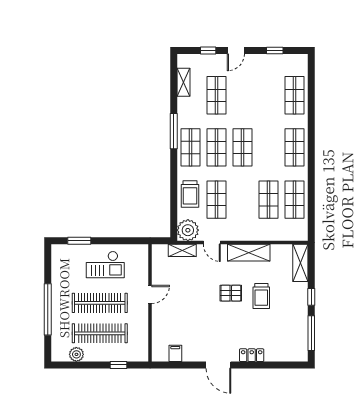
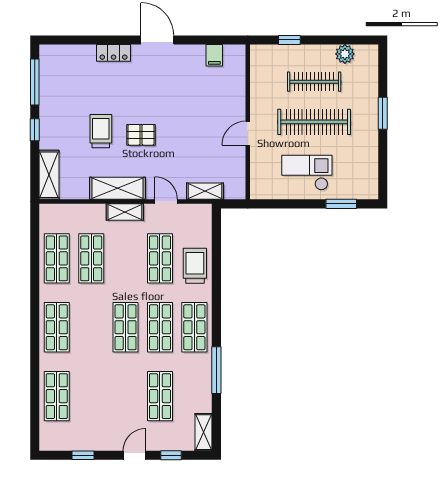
shelving: (183, 82) -> (204, 432), moved
window: (174, 131) -> (216, 370), moved
plant: (188, 230) -> (198, 218), removed
shelving: (243, 235) -> (125, 212), added
window: (48, 309) -> (383, 113), width x0.47
clothes rail: (100, 333) -> (314, 82), width x0.73, depth x0.76

